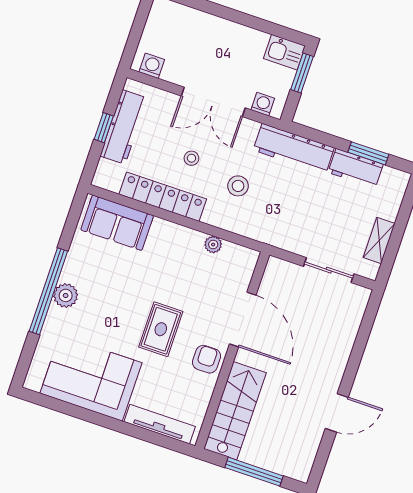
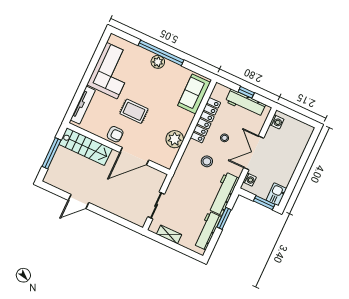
window: (368, 153) -> (224, 218), moved
workbench: (356, 168) -> (207, 231), width x1.38
plant: (213, 245) -> (175, 139), width x1.88, depth x1.88
door: (337, 413) -> (79, 201), hinge flipped

